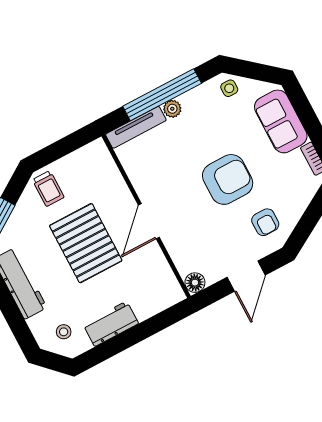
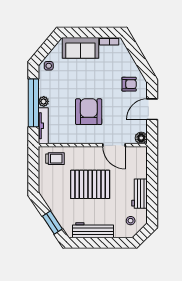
armchair: (228, 179) -> (89, 112), moved
trolley: (48, 189) -> (55, 159), moved
door: (149, 221) -> (114, 145), moved
door: (246, 276) -> (152, 109), swing flipped

